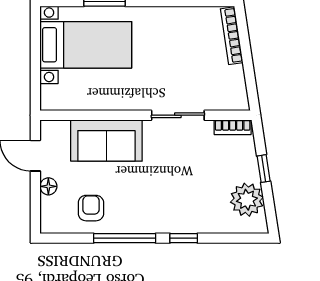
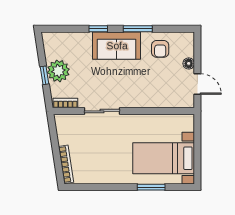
sofa: (106, 140) -> (117, 46), moved, turned 180
plant: (247, 200) -> (58, 71), moved
window: (125, 238) -> (138, 29), width x0.69

